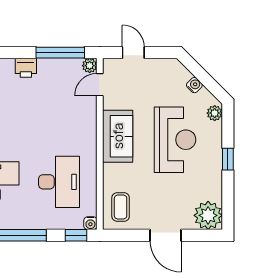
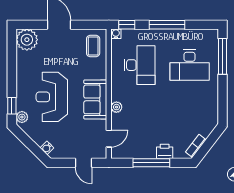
window: (60, 53) -> (151, 163), moved
plant: (90, 66) -> (116, 107), moved
water cooler: (194, 85) -> (47, 148), moved
window: (228, 159) -> (12, 106), moved
desk: (59, 182) -> (140, 65), turned 180

